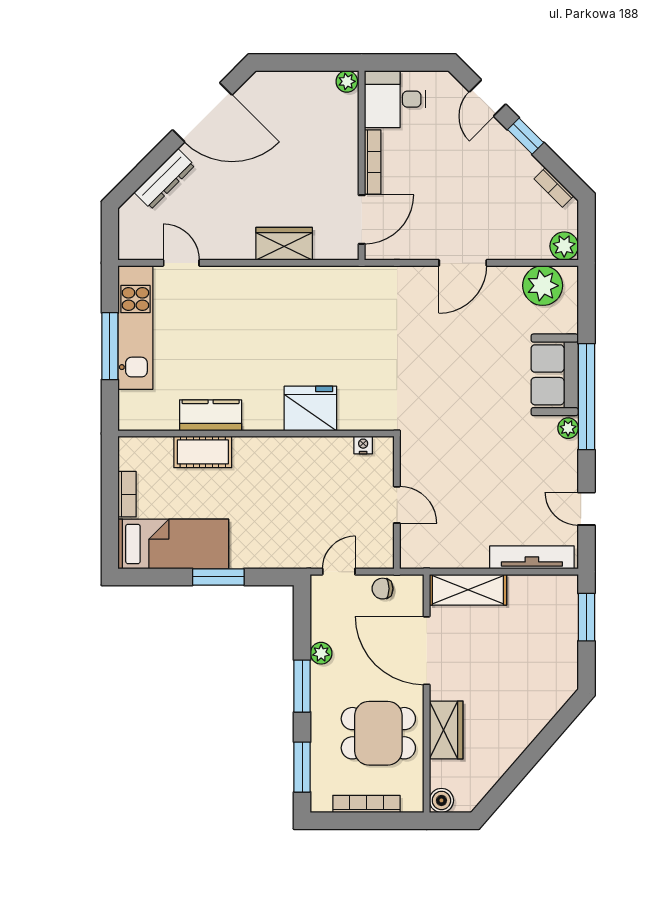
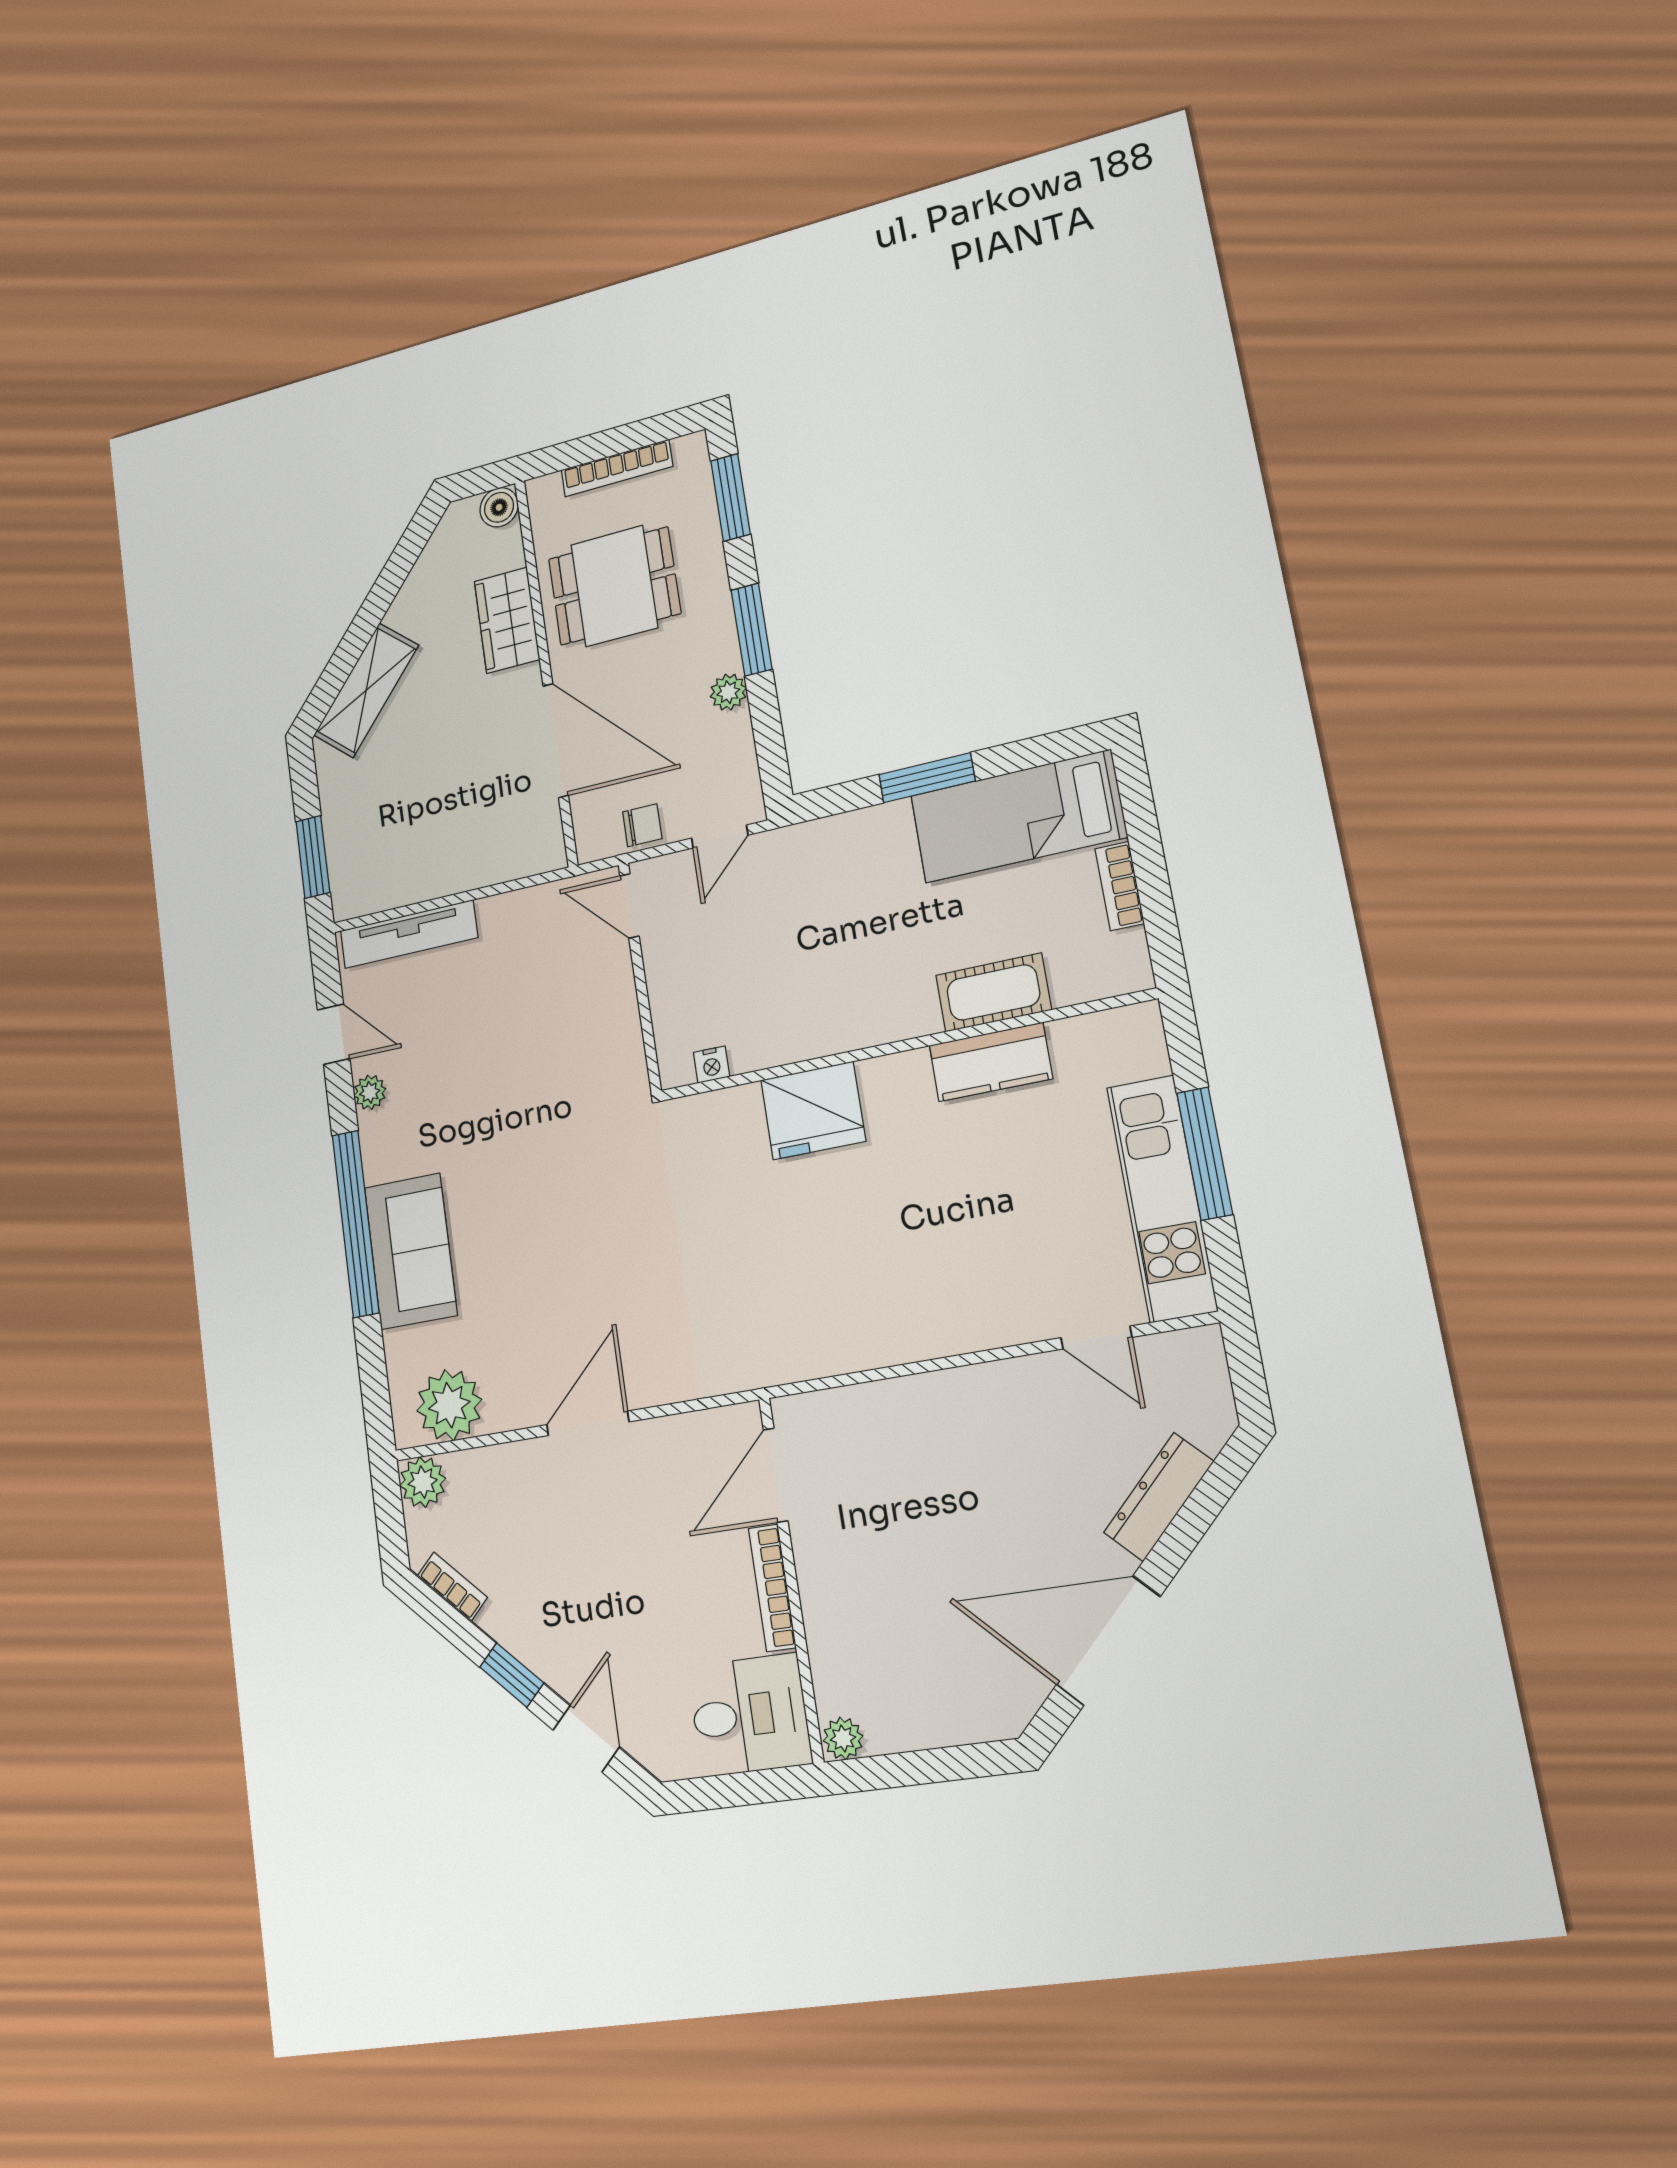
wardrobe: (284, 244) -> (909, 1406), removed
plant: (568, 428) -> (370, 1092), moved
door: (397, 505) -> (629, 906), moved
shelving: (468, 590) -> (366, 690), moved, turned -49

